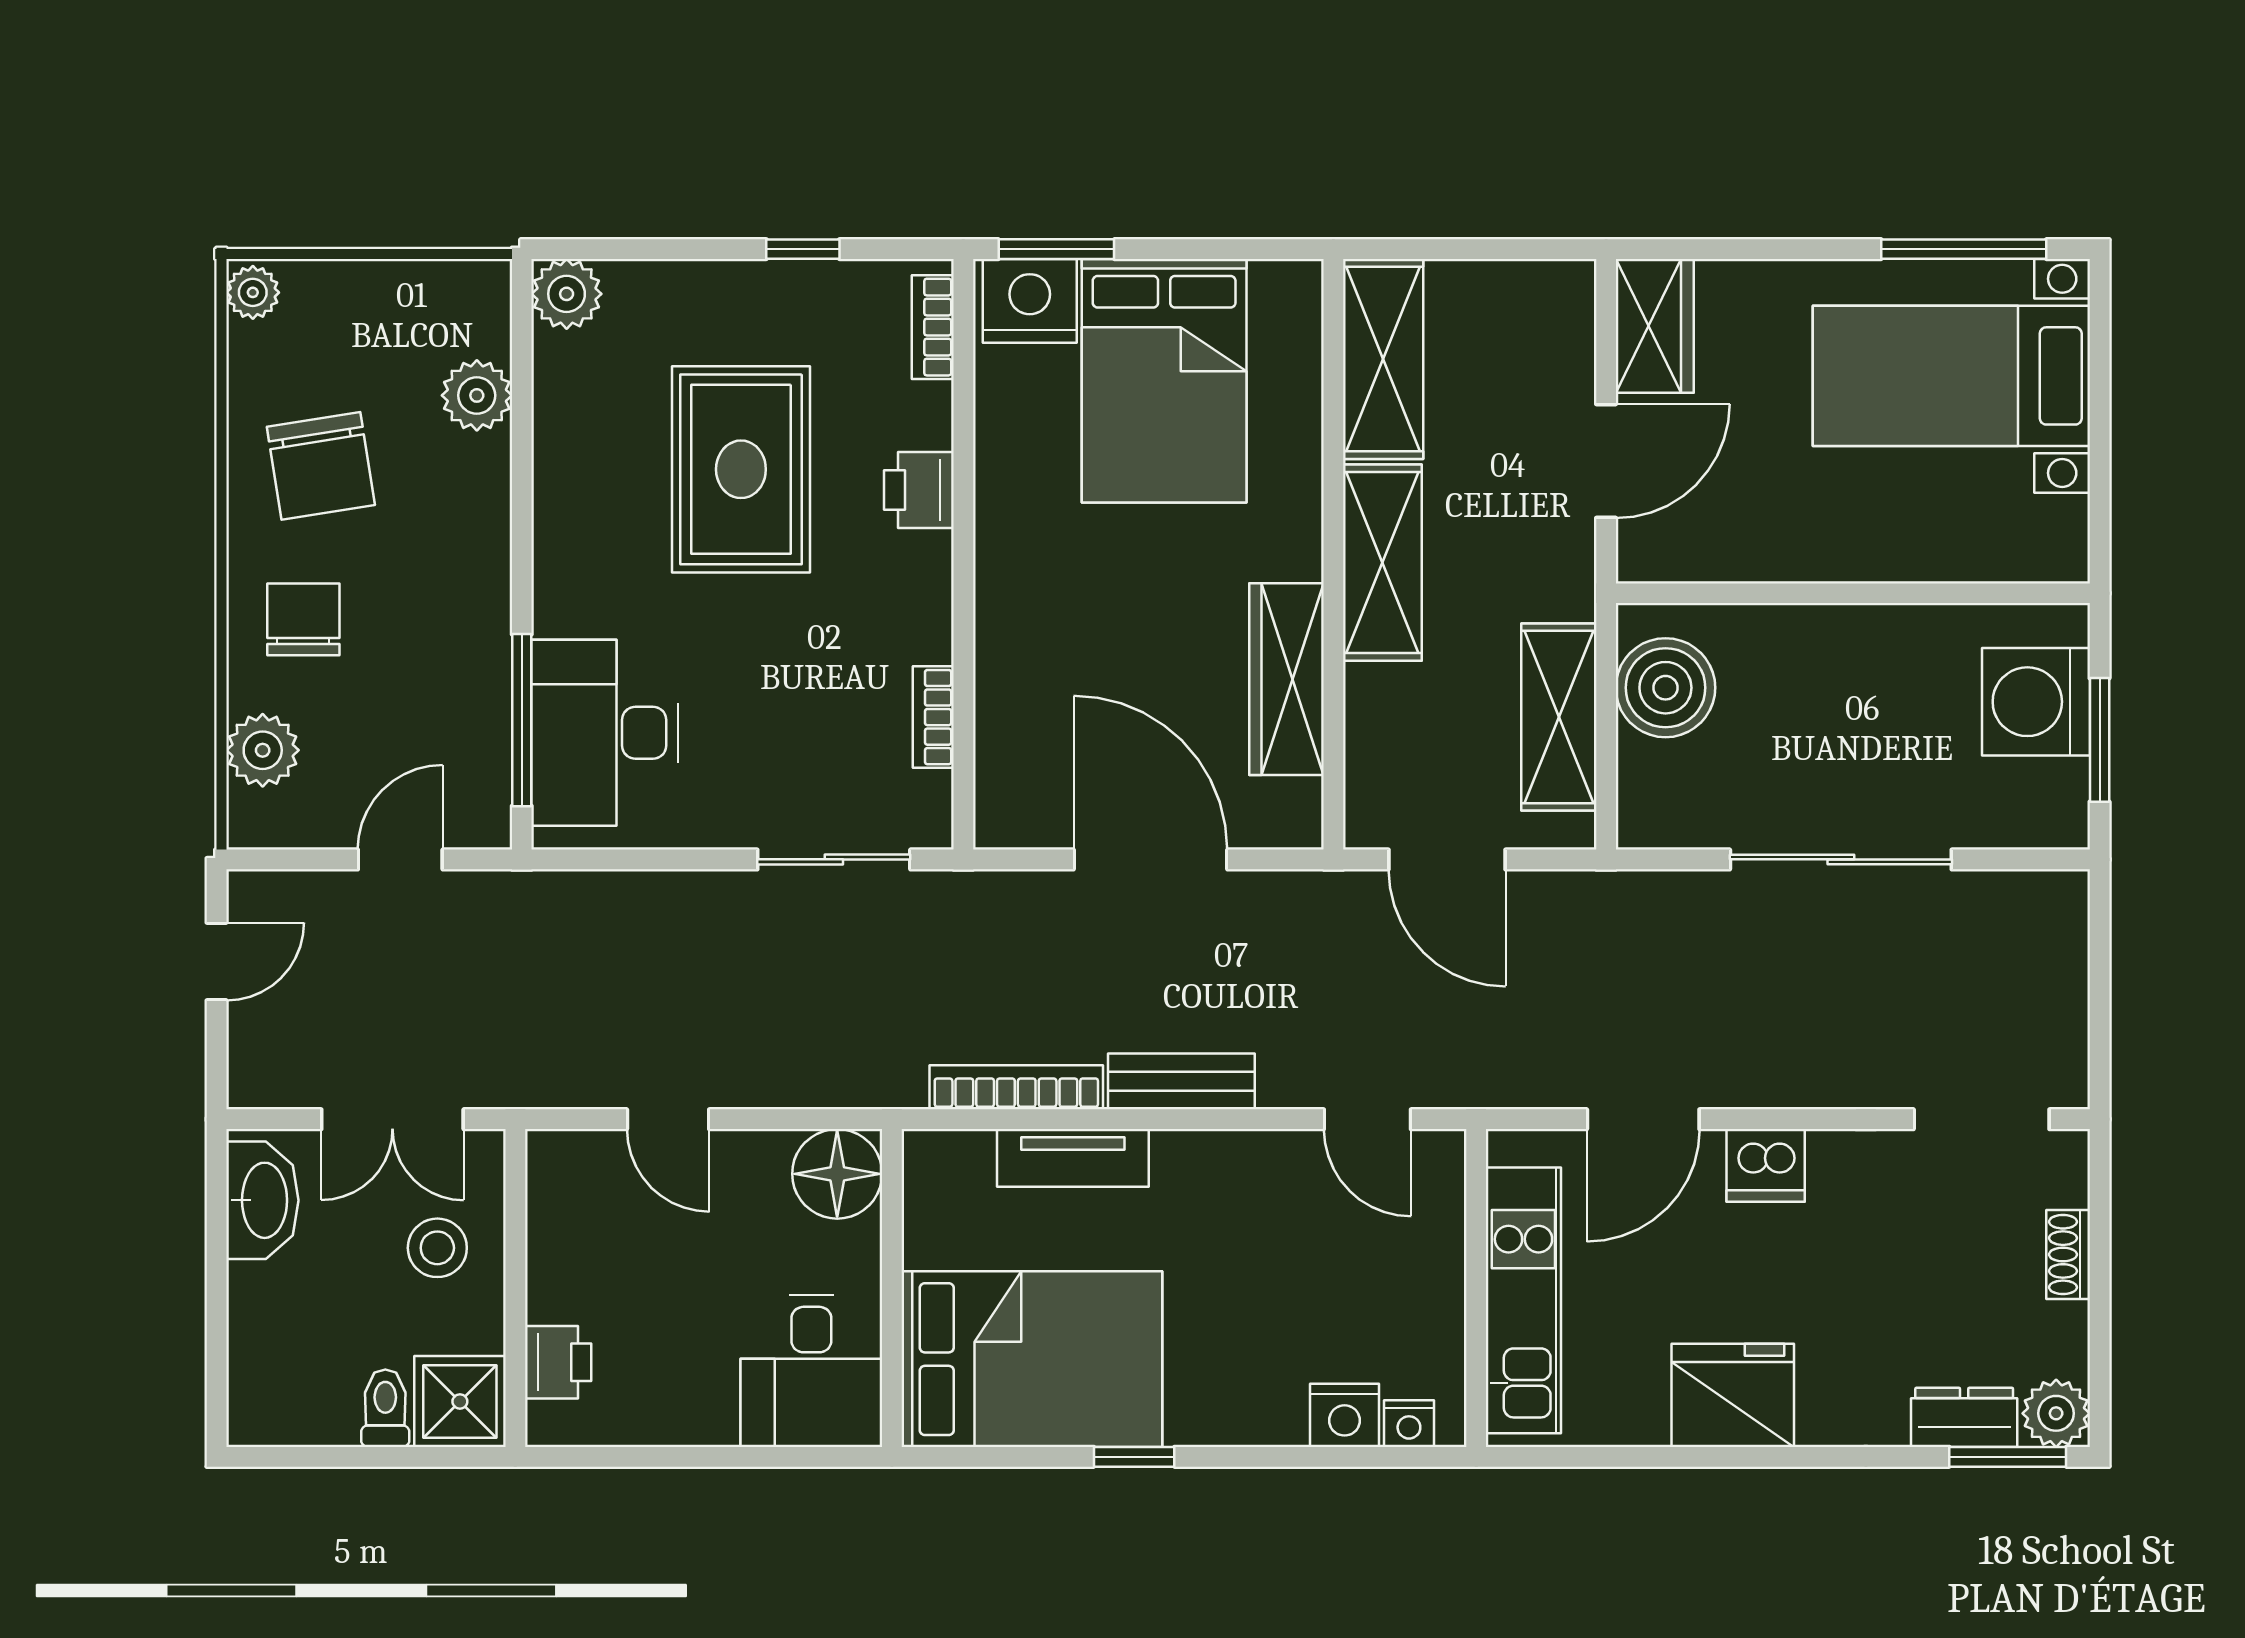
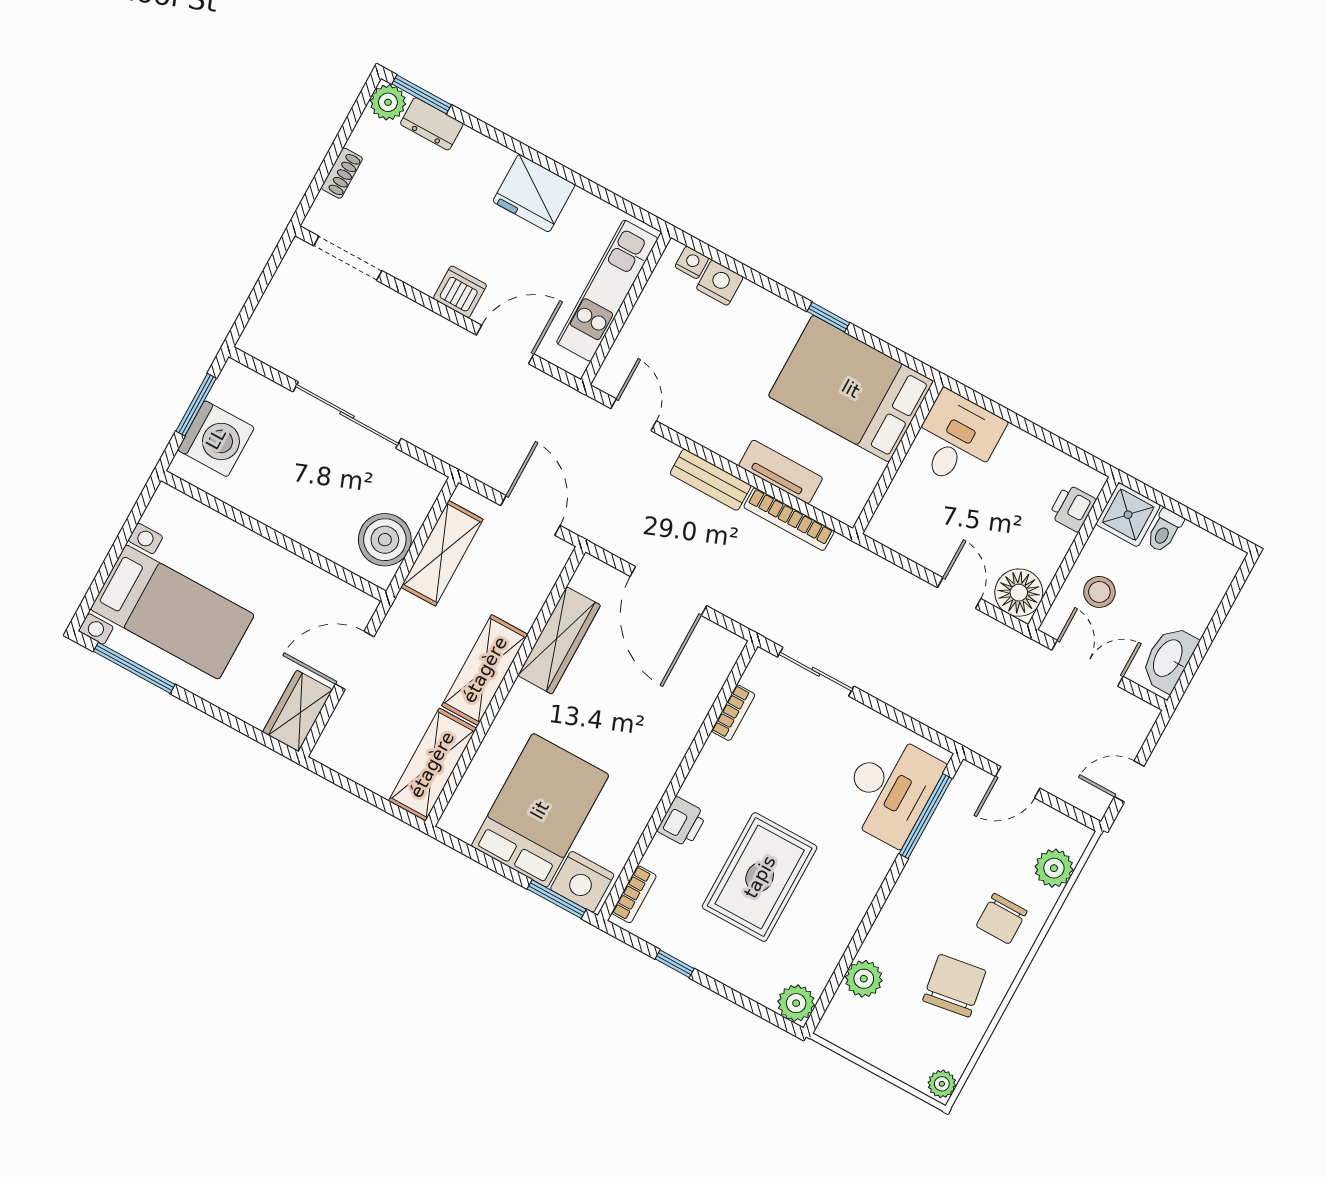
floor lamp: (837, 1174) -> (1019, 593), moved

